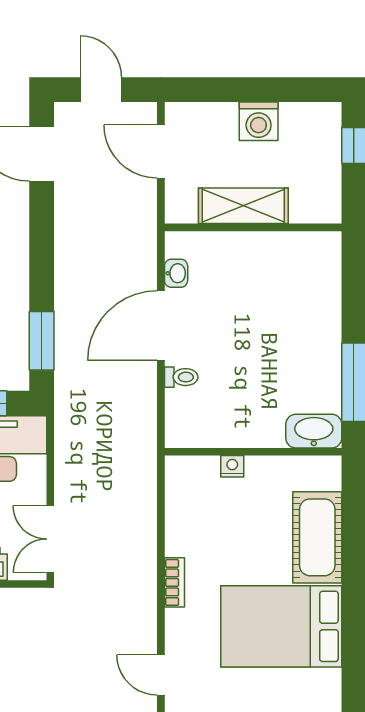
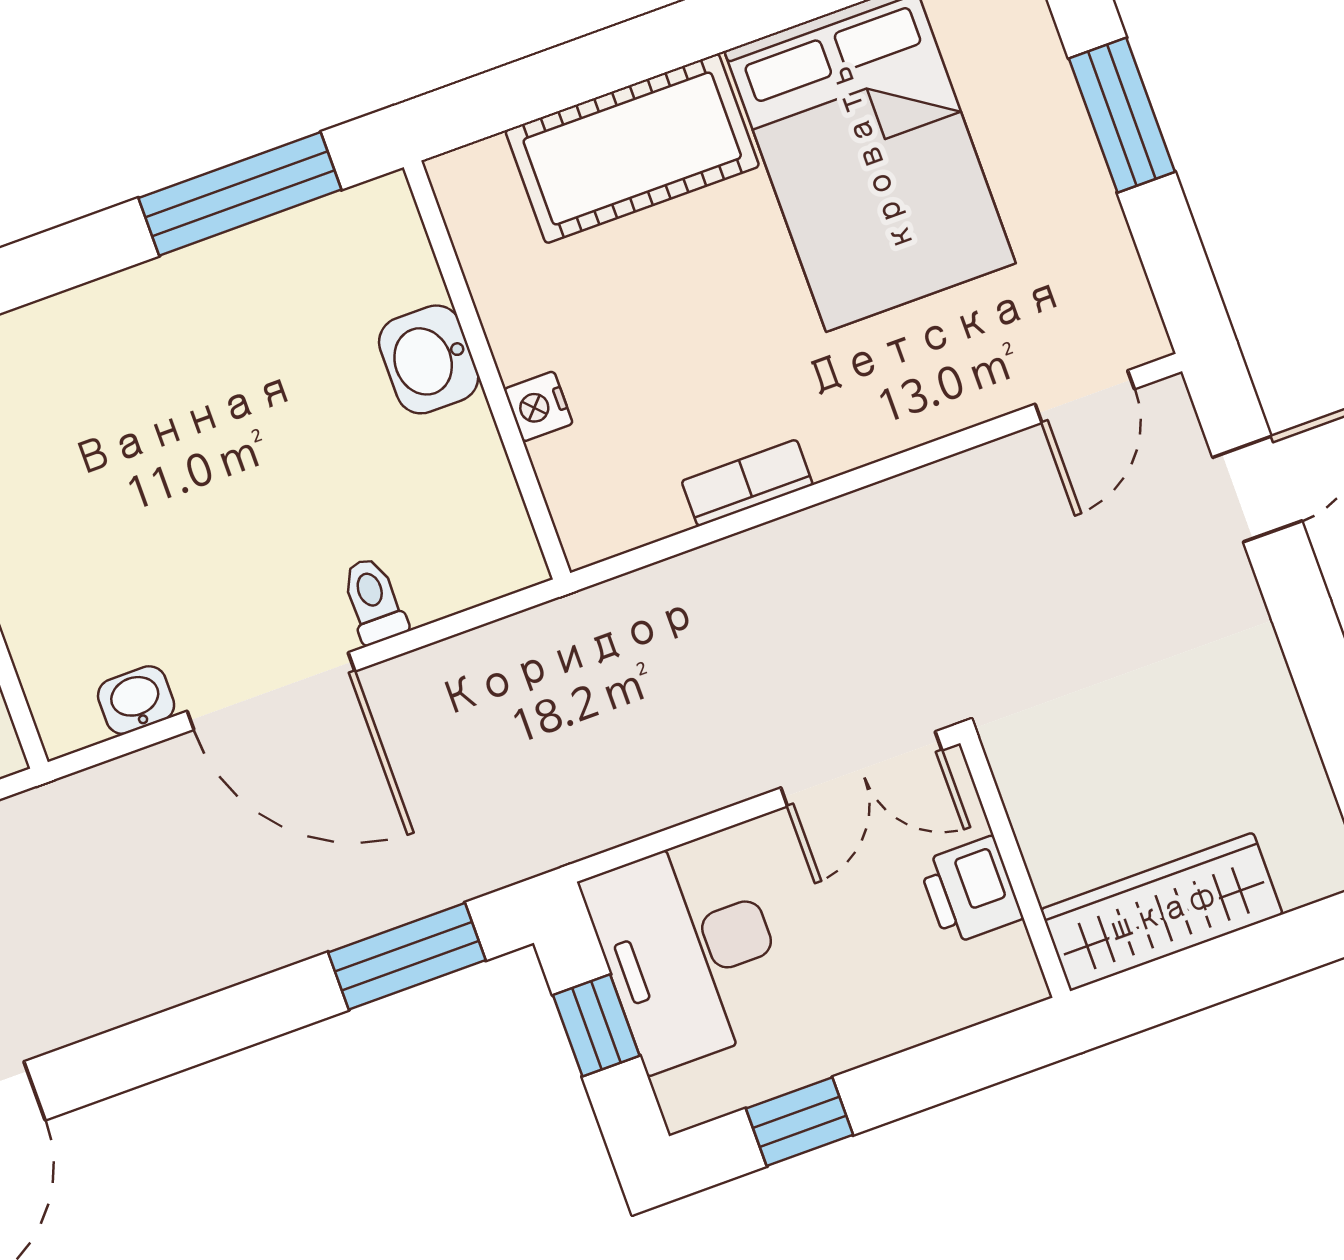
washbasin: (314, 431) -> (429, 359), moved, width x0.72
bookcase: (174, 582) -> (747, 483), moved

